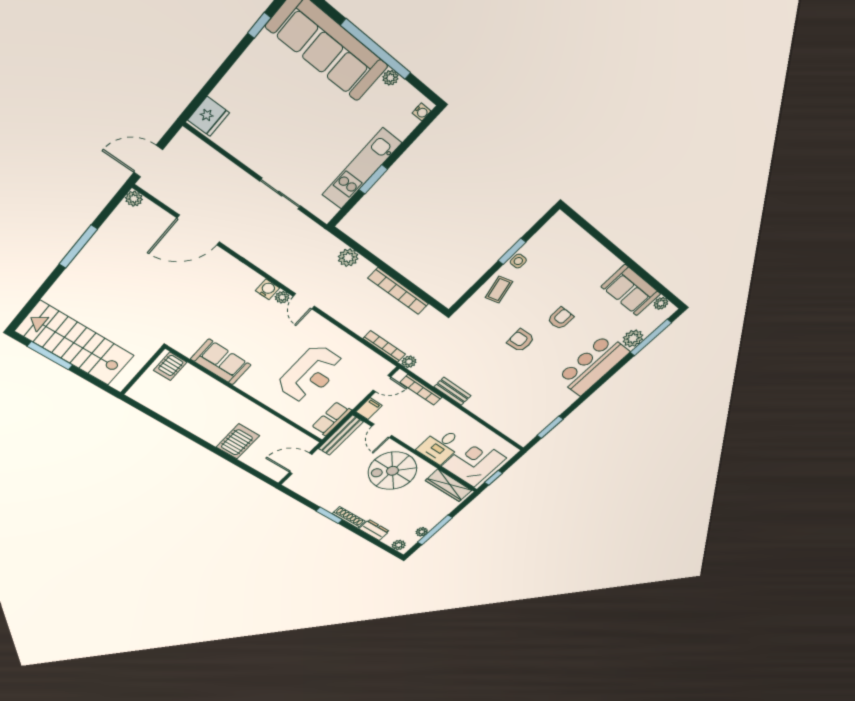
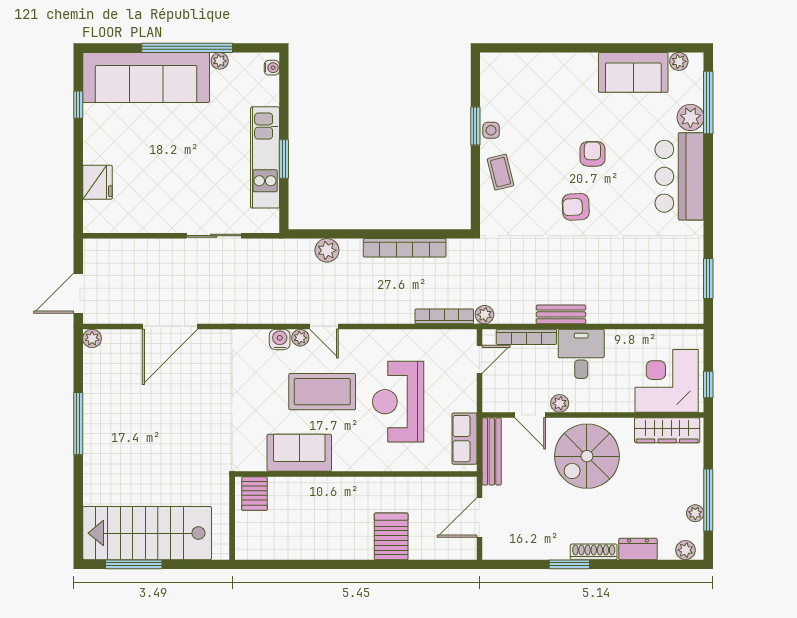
fridge: (209, 116) -> (98, 182), moved
coffee table: (268, 338) -> (322, 392), added
reception desk: (310, 374) -> (398, 402), turned 180
filing cabinet: (369, 409) -> (493, 398), removed
plant: (404, 436) -> (560, 403), added
desk: (441, 446) -> (581, 354), moved, turned 180

